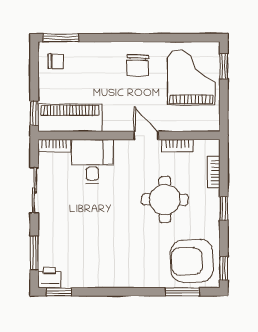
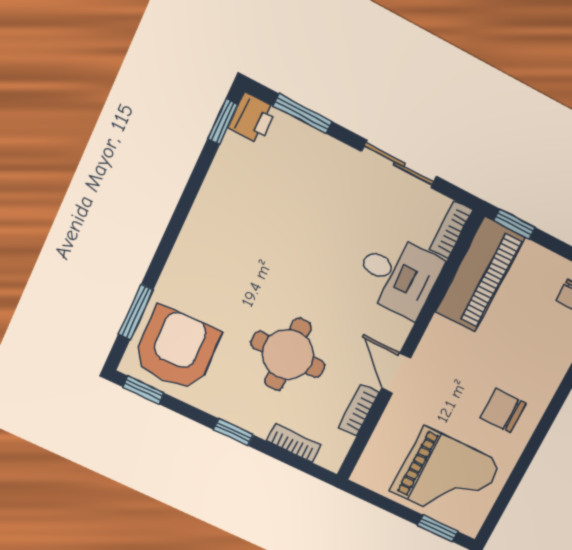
door: (146, 135) -> (396, 373), swing flipped

